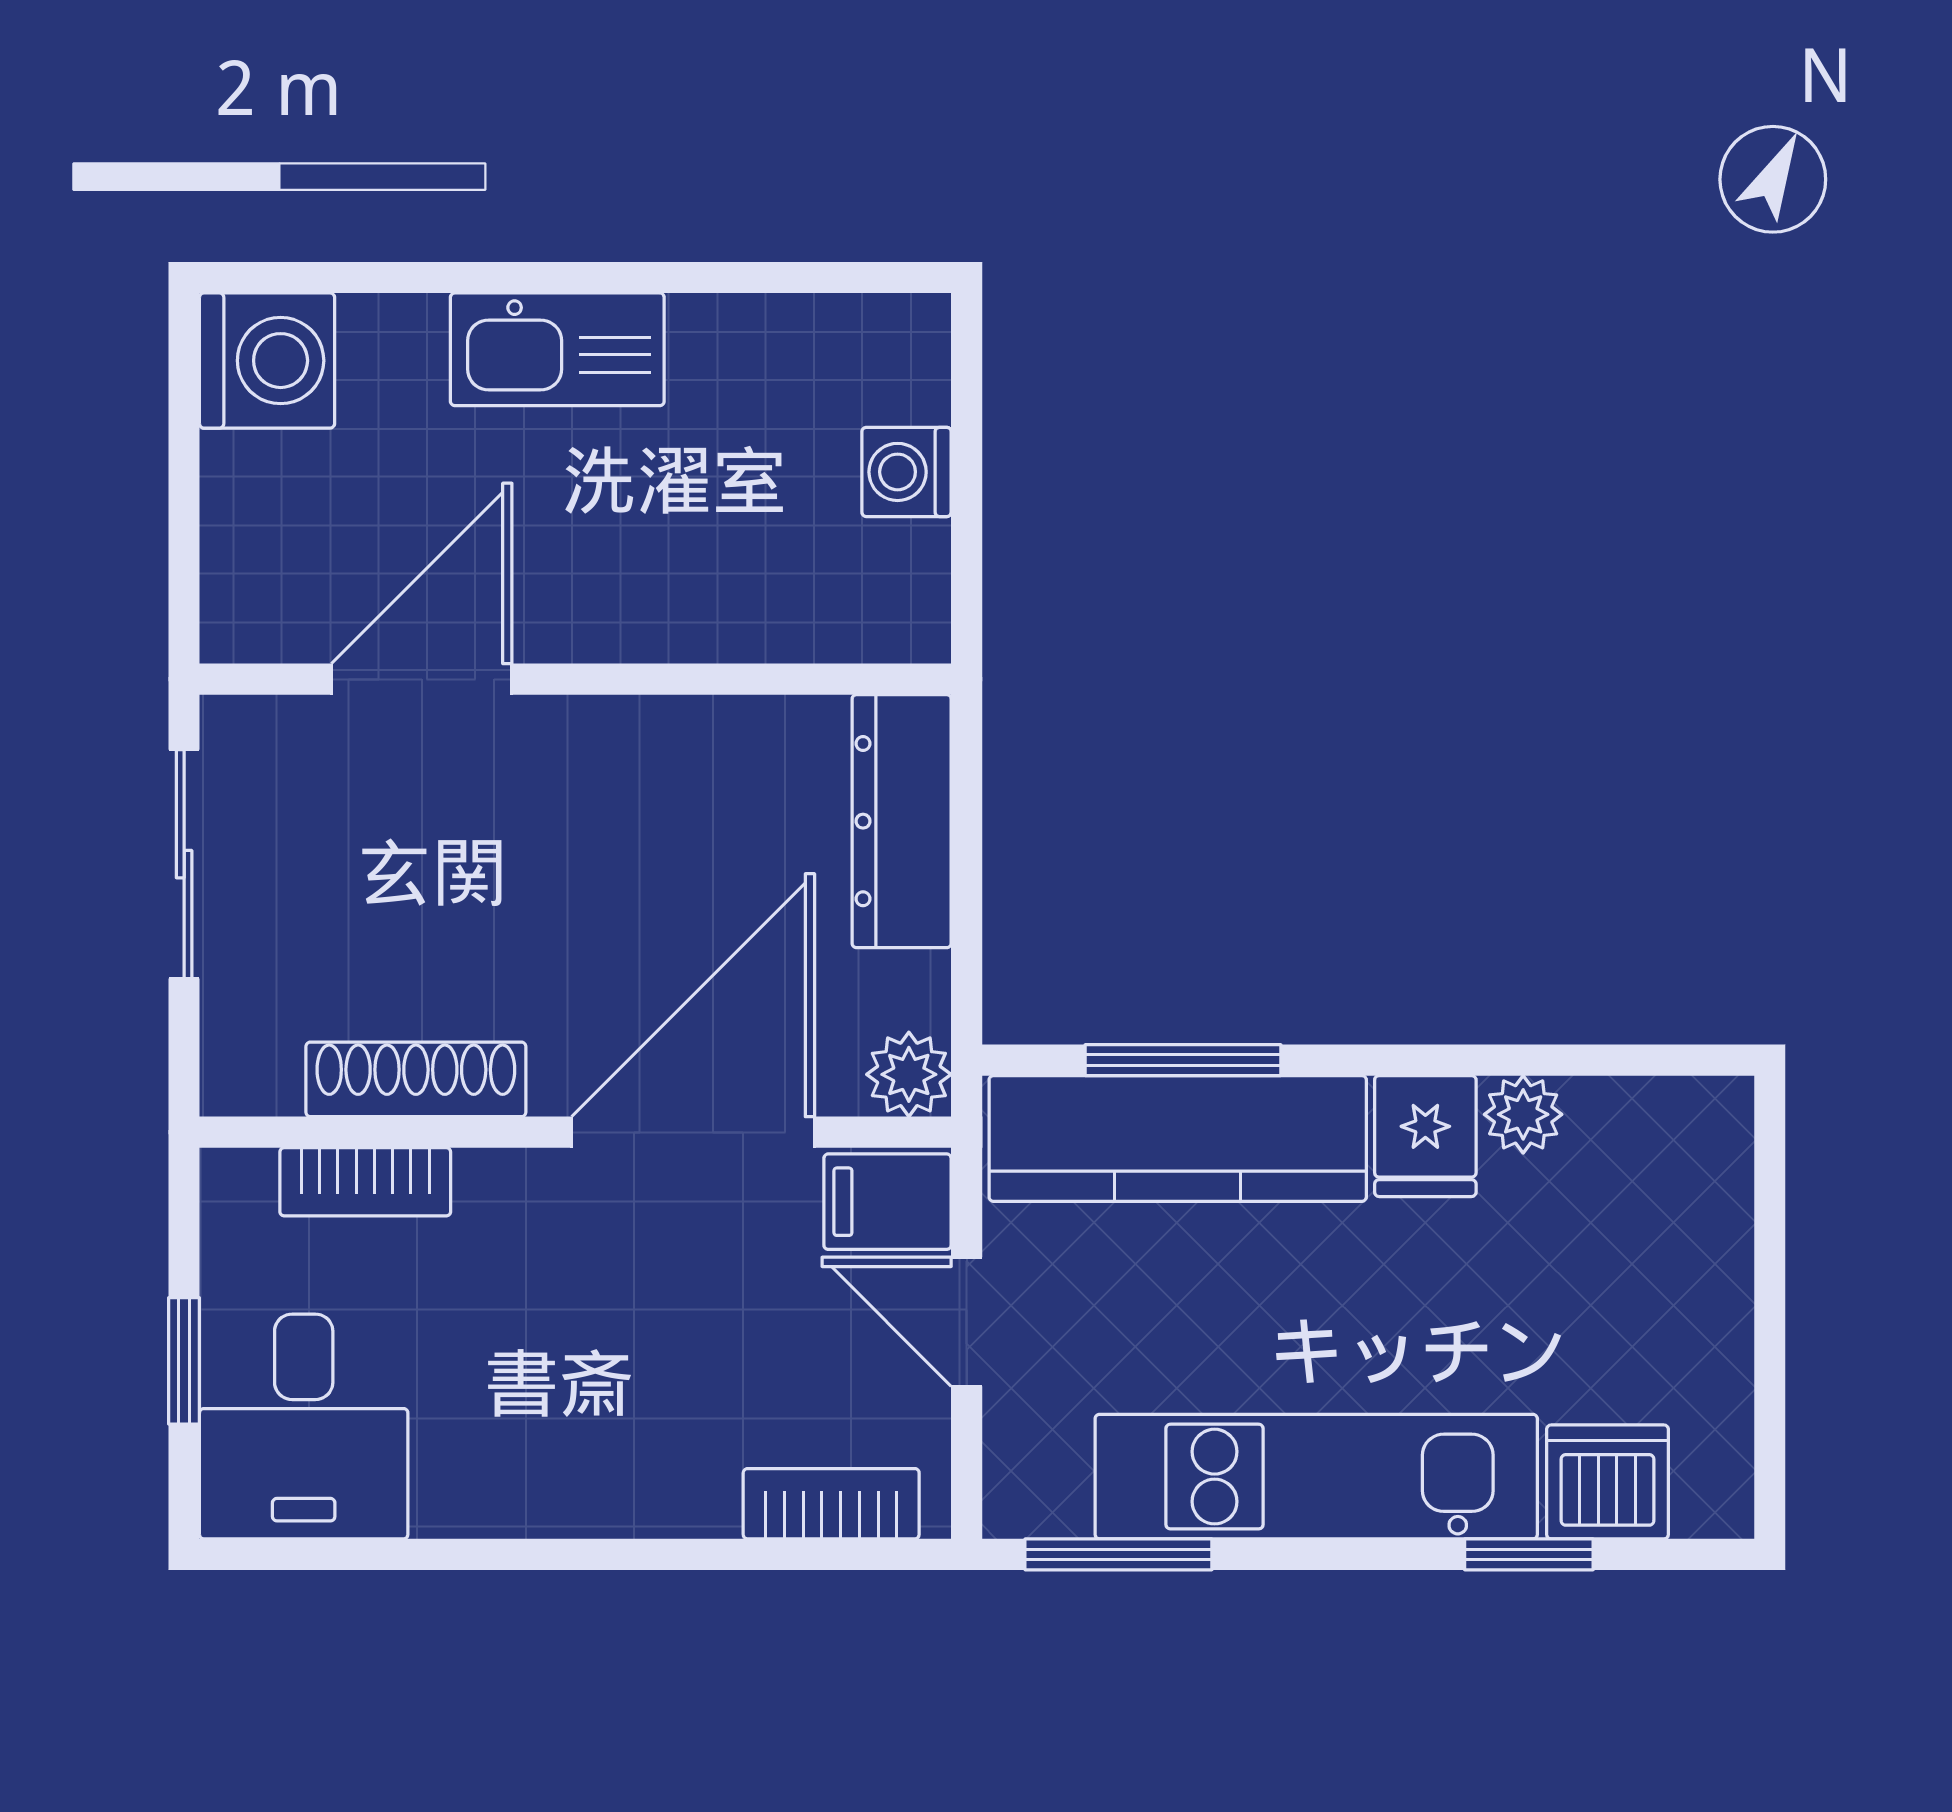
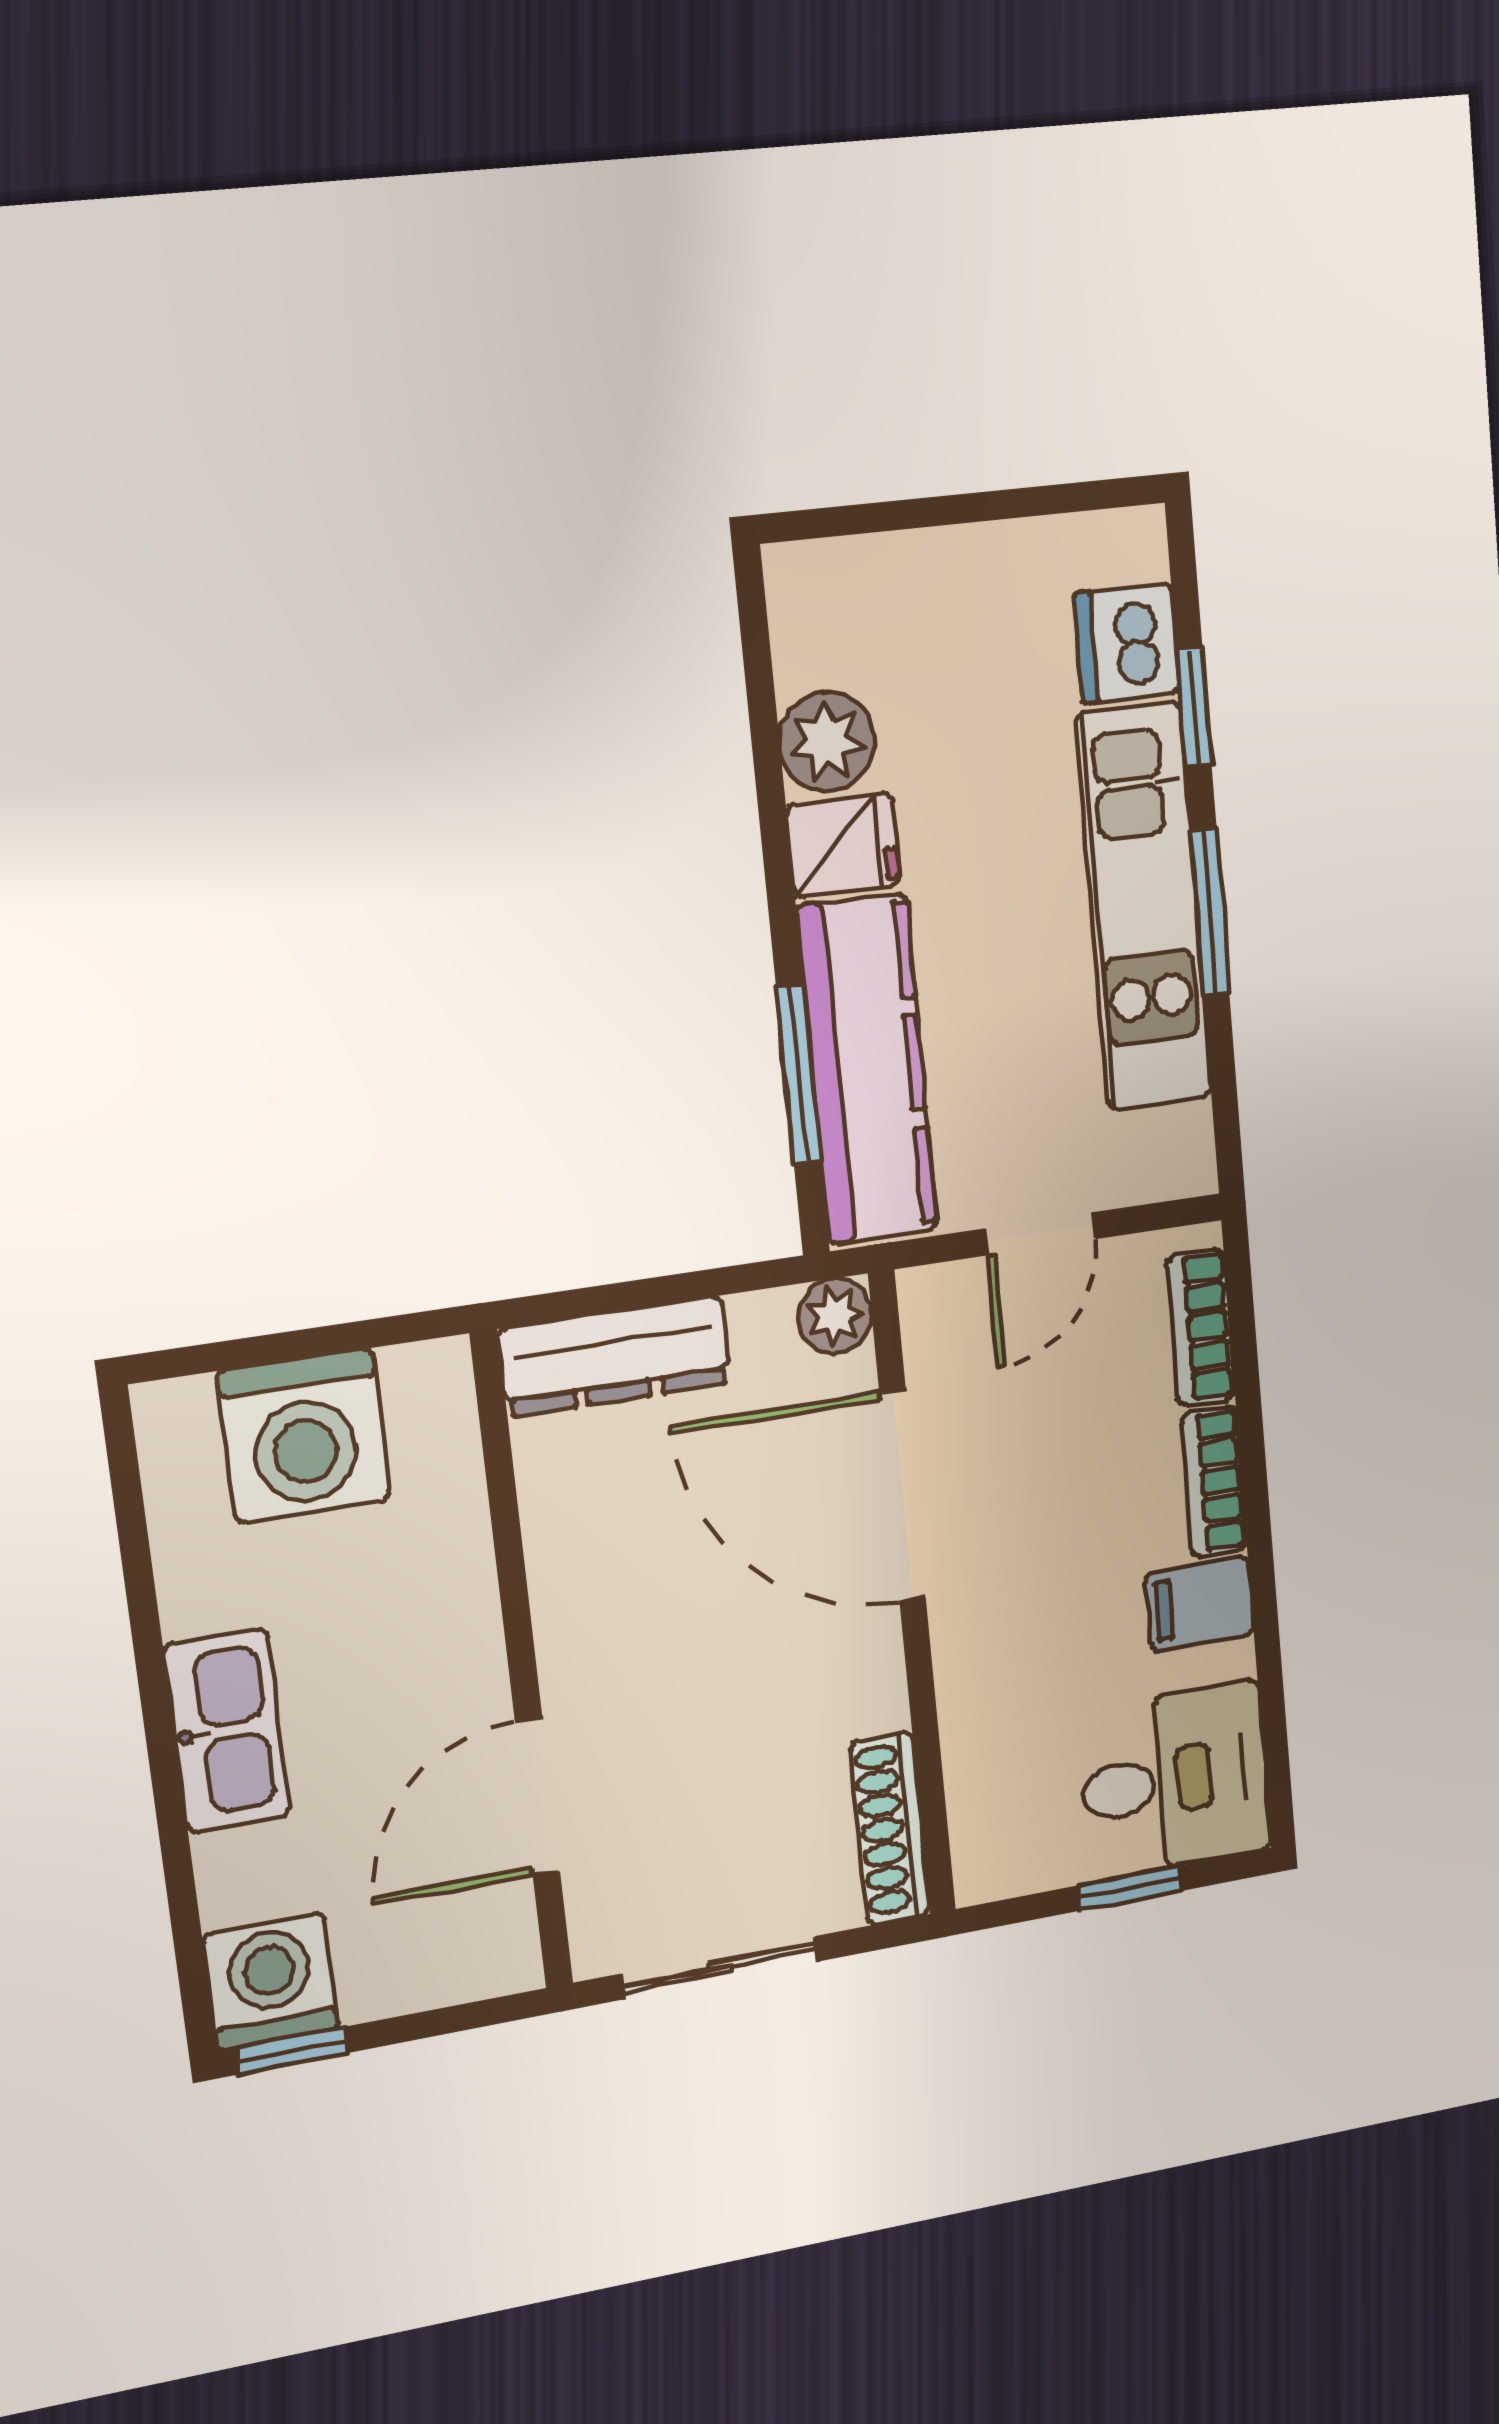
window: (184, 375) -> (293, 2050), added
washing machine: (906, 472) -> (304, 1436), width x1.89, depth x1.89
door: (422, 679) -> (537, 1796), hinge flipped
shoe rack: (416, 1079) -> (890, 1829), moved
plant: (1523, 1114) -> (827, 742), width x1.38, depth x1.38
bookcase: (365, 1182) -> (1214, 1482), moved, turned 180
filing cabinet: (887, 1202) -> (1200, 1604), moved, turned 90
window: (1118, 1554) -> (1210, 911), moved

